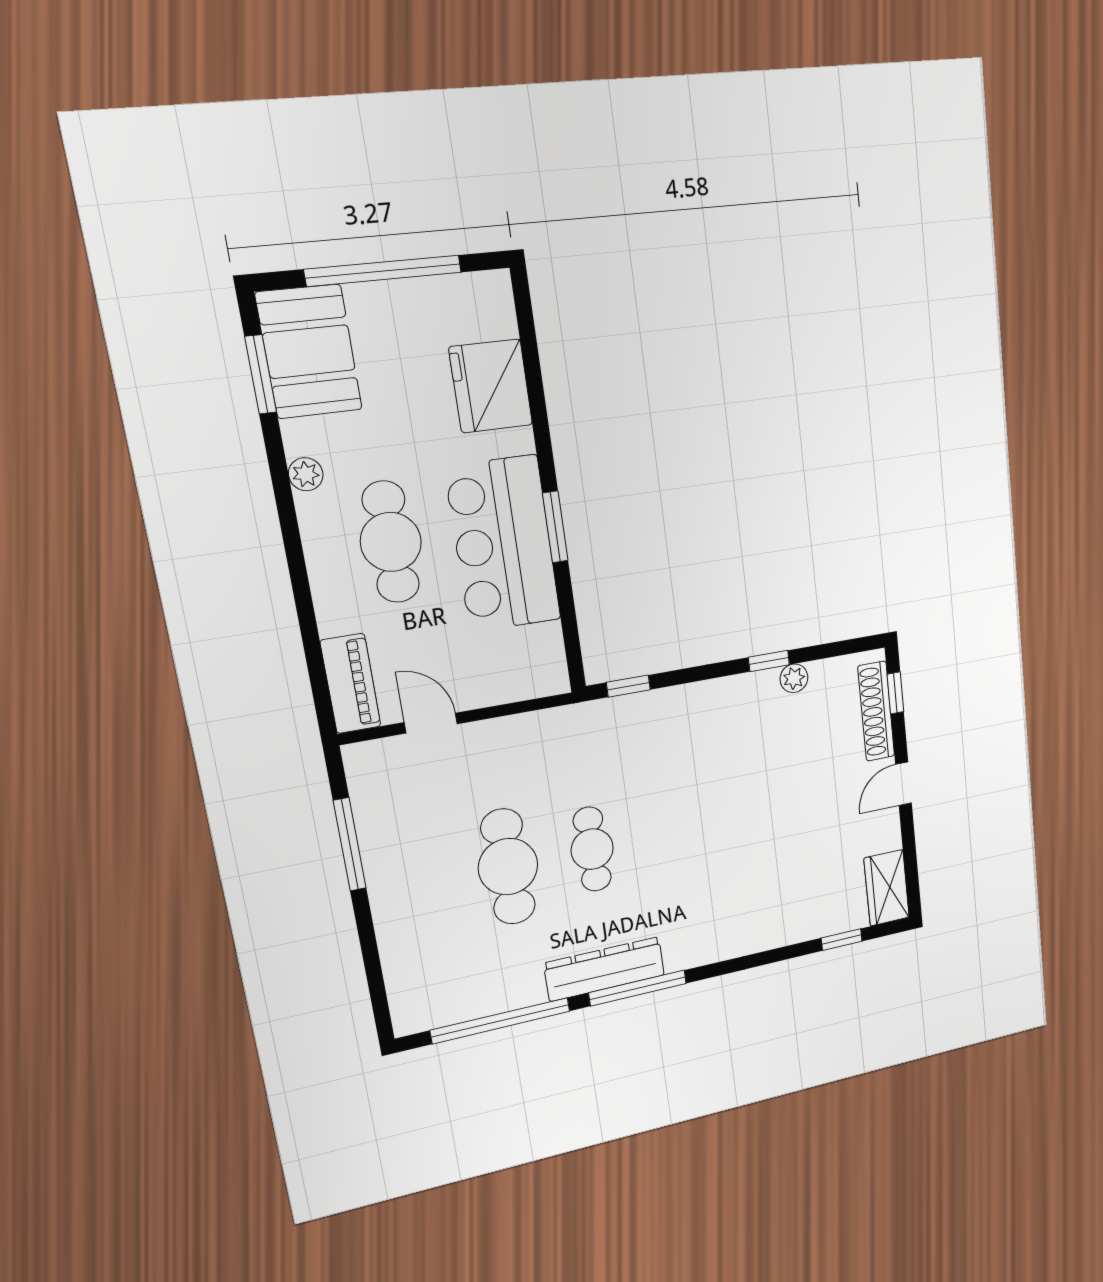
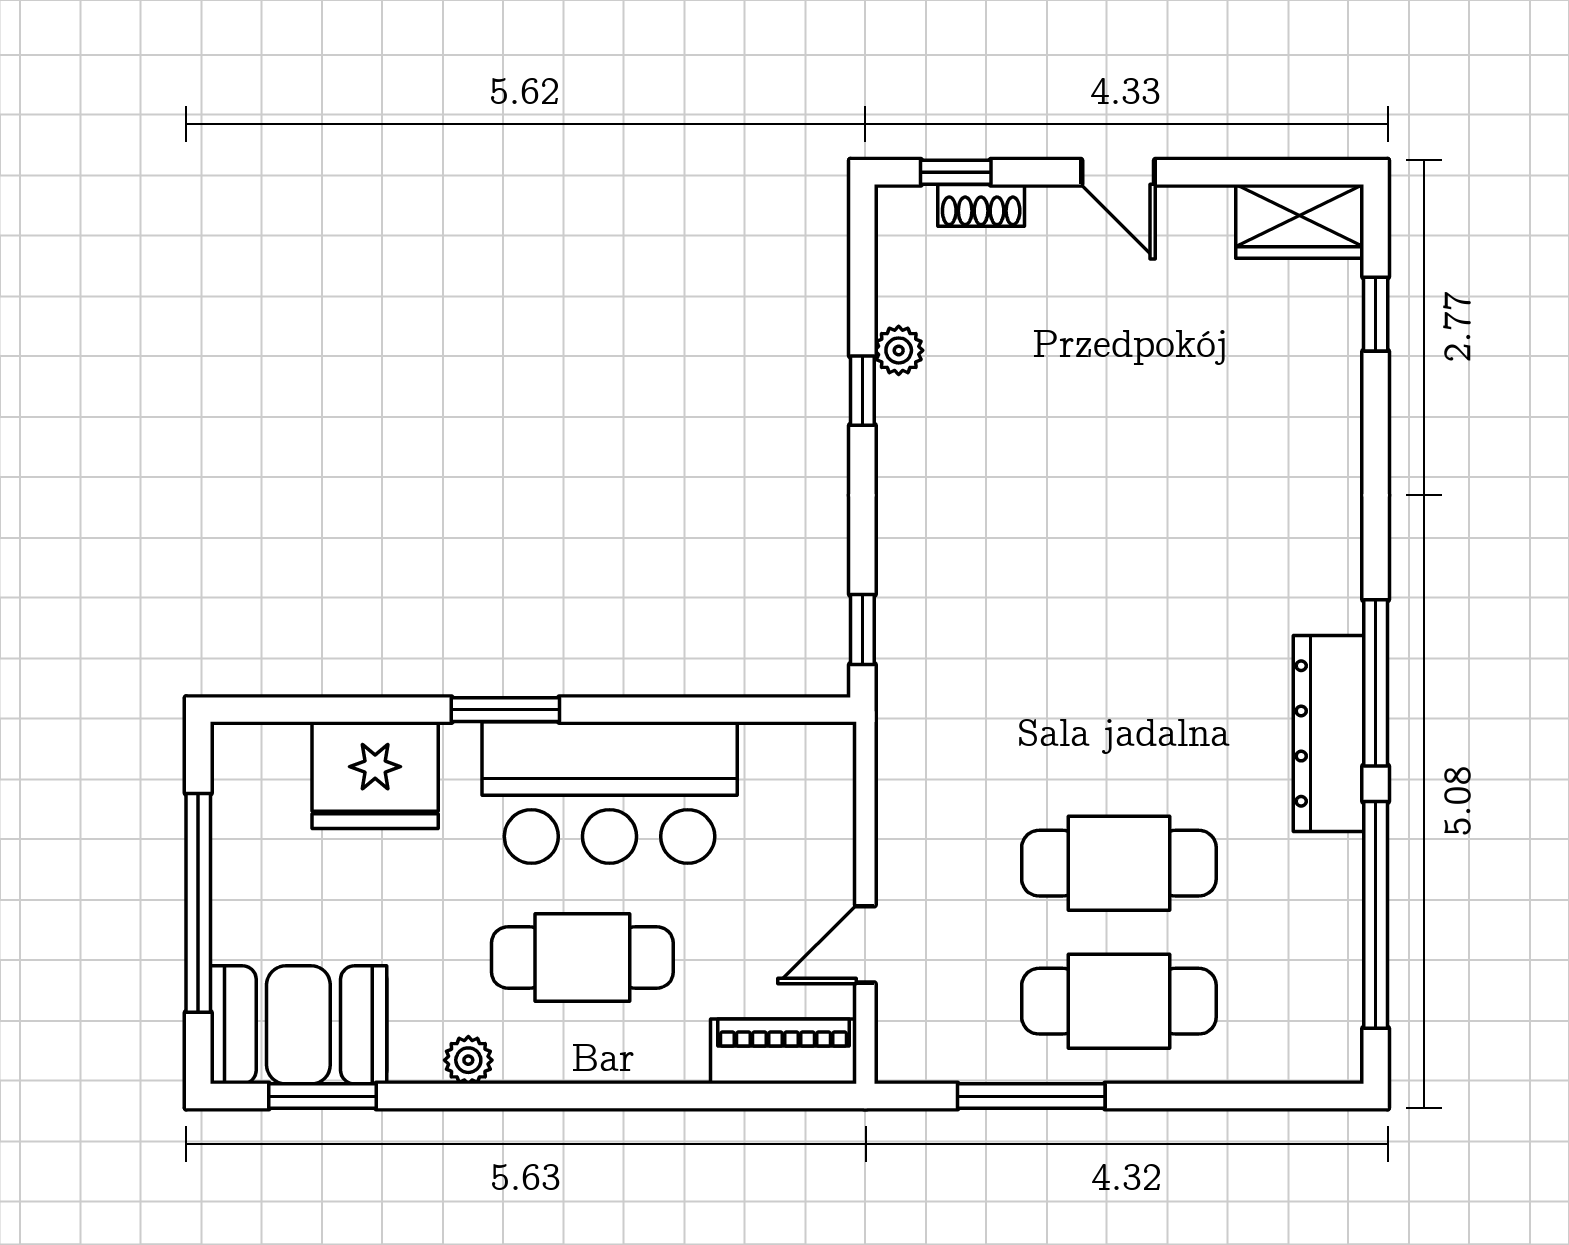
window: (555, 527) -> (505, 710), moved
shoe rack: (876, 711) -> (981, 205), width x0.51, depth x0.81
cafe table: (592, 849) -> (1119, 1001), moved, width x1.37, depth x1.35

